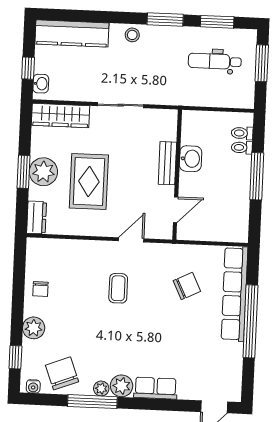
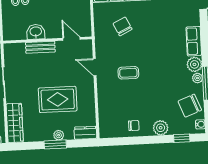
plant: (43, 172) -> (59, 135), width x0.53, depth x0.53

